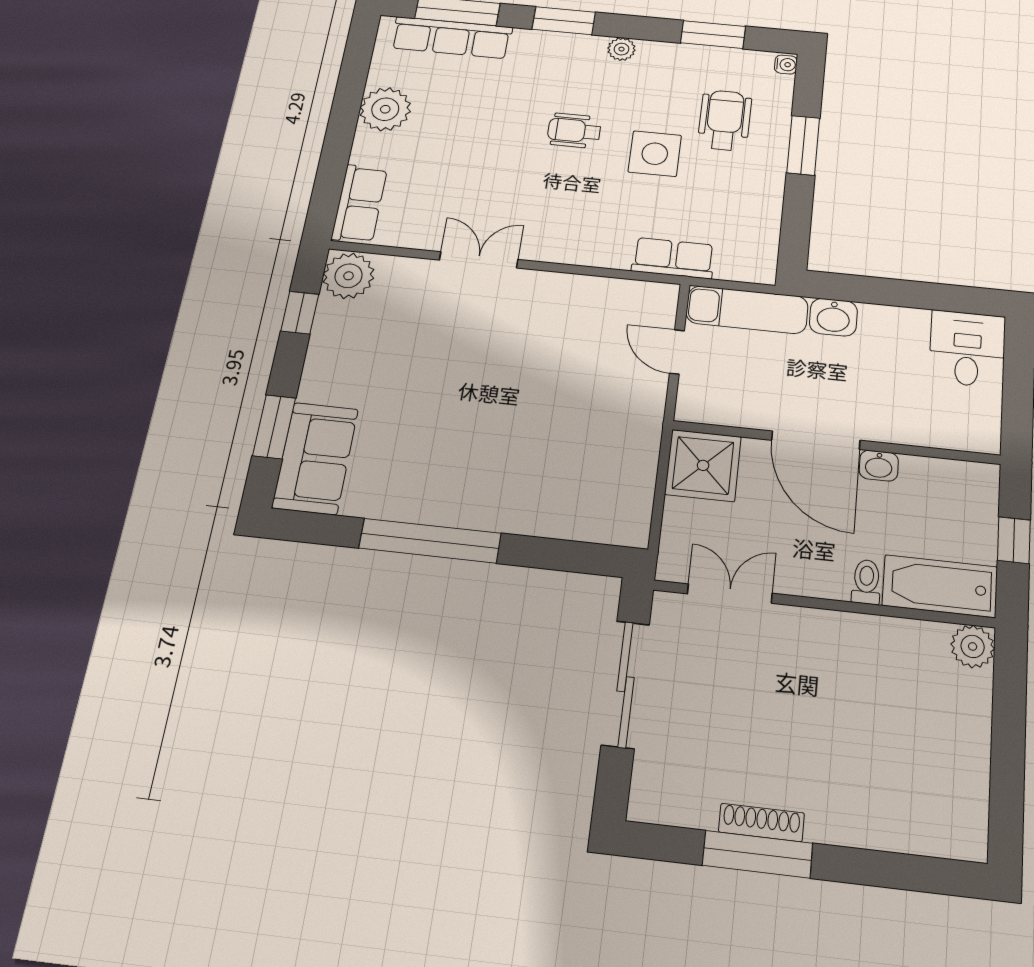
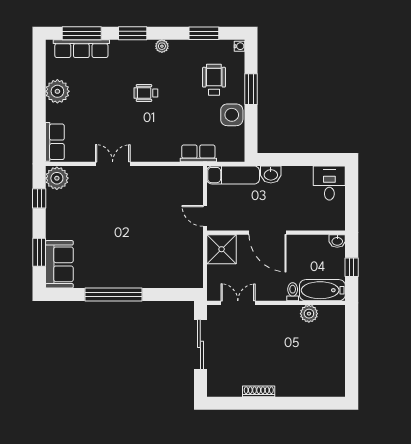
side table: (655, 154) -> (232, 115), moved
door: (677, 352) -> (205, 216), moved
washbasin: (879, 466) -> (337, 241), moved
plant: (973, 646) -> (309, 314), moved
window: (758, 854) -> (258, 403), removed

